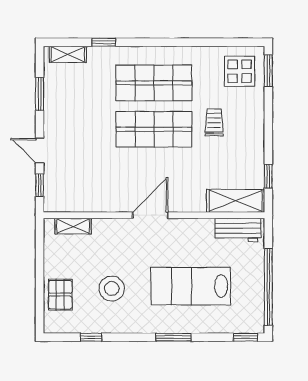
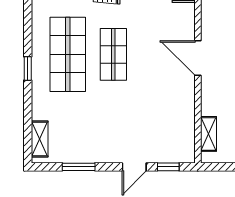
window: (104, 42) -> (28, 69), moved
shop shelf: (154, 129) -> (113, 54), width x0.70, depth x0.74

